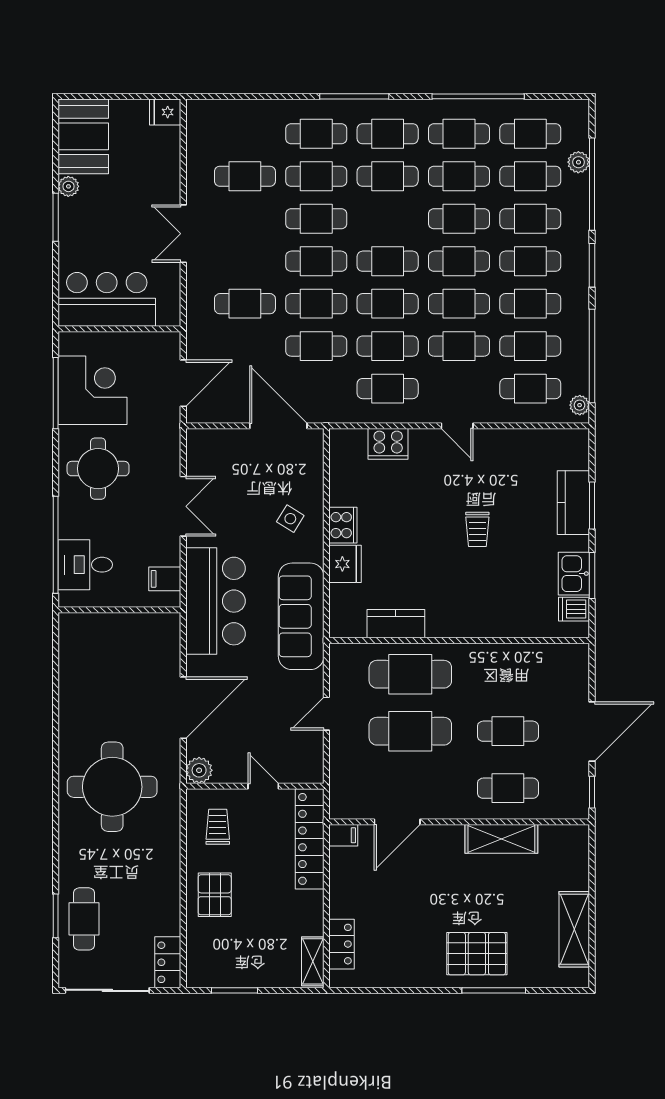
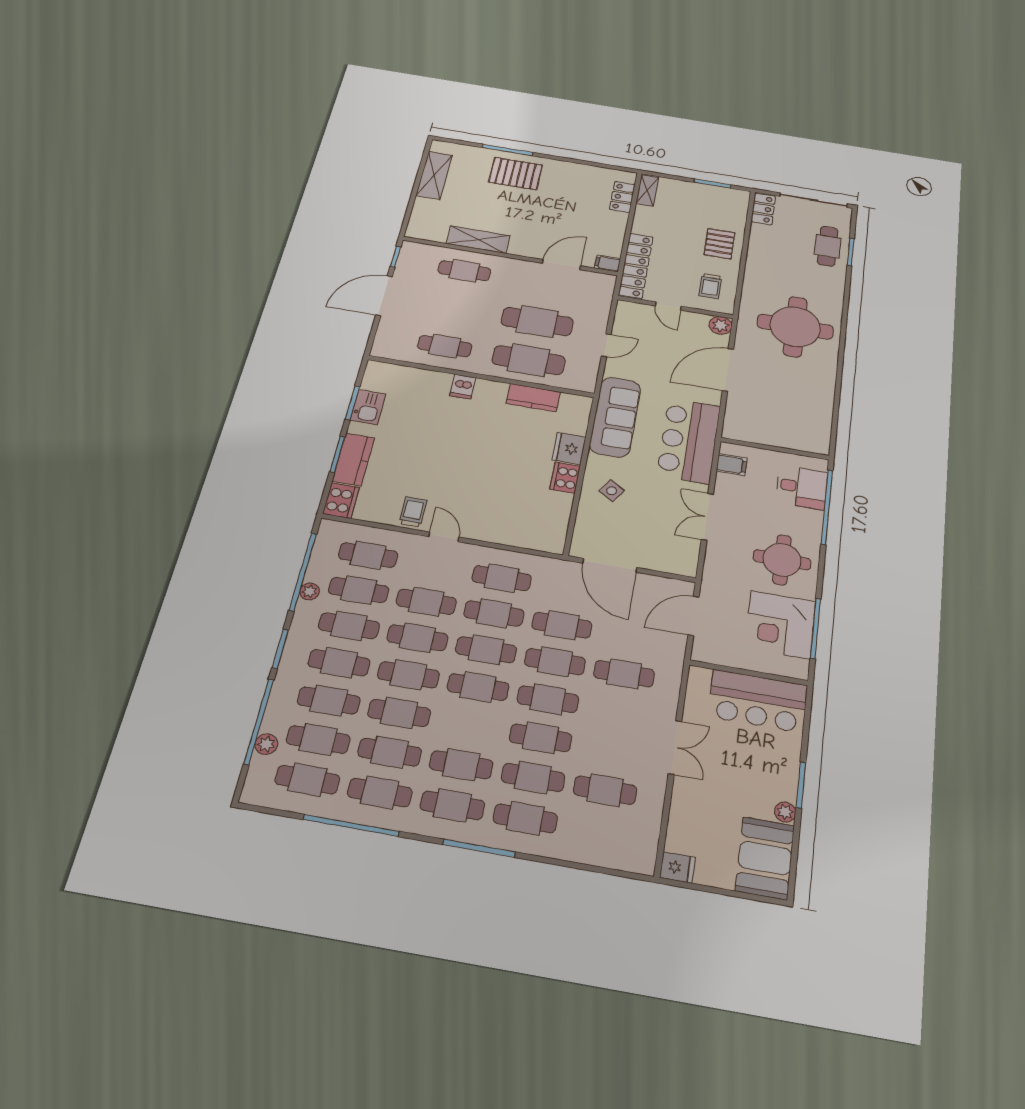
plant: (580, 405) -> (309, 591), moved
cooker: (388, 444) -> (341, 500), moved, turned 90
trolley: (477, 529) -> (413, 512), moved
dishwasher: (574, 609) -> (463, 387), moved, turned 90
cafe table: (508, 731) -> (445, 346), moved

